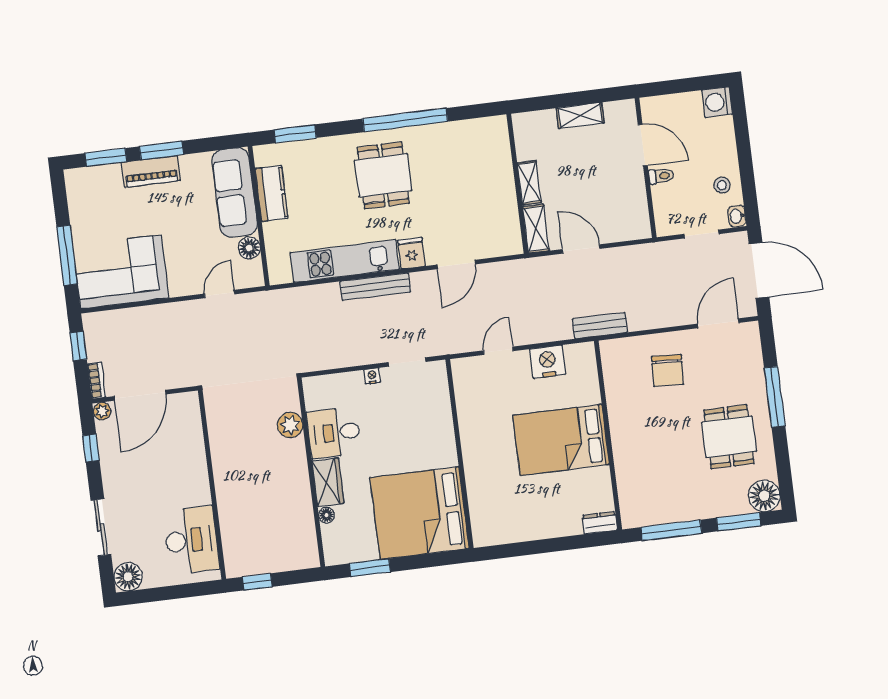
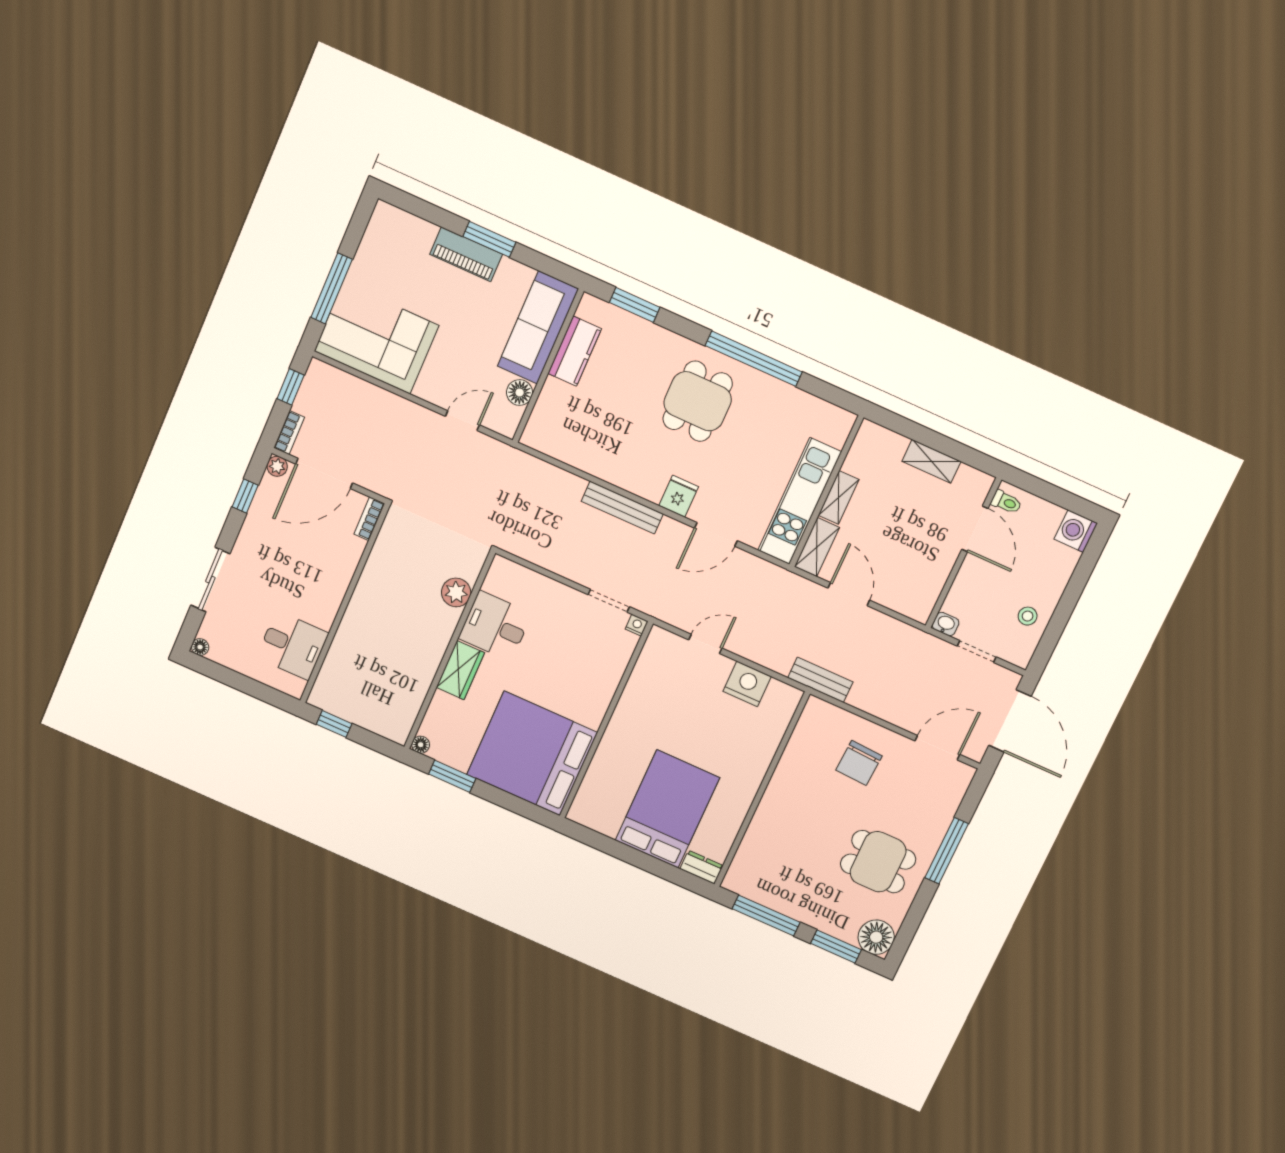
window: (106, 157) -> (429, 212), removed
toilet: (661, 176) -> (1006, 502), moved
washbasin: (737, 216) -> (946, 624), moved, turned 90
kitchen unit: (345, 261) -> (800, 501), moved, turned -90
nightstand: (372, 376) -> (637, 625), moved
bookcase: (193, 409) -> (369, 519), added
dining table: (729, 437) -> (878, 862), turned 90
bed: (561, 440) -> (667, 809), moved, turned 90
floor lamp: (327, 515) -> (421, 745), moved
desk: (191, 540) -> (293, 645), width x0.73
floor lamp: (128, 577) -> (200, 647), width x0.53, depth x0.53

